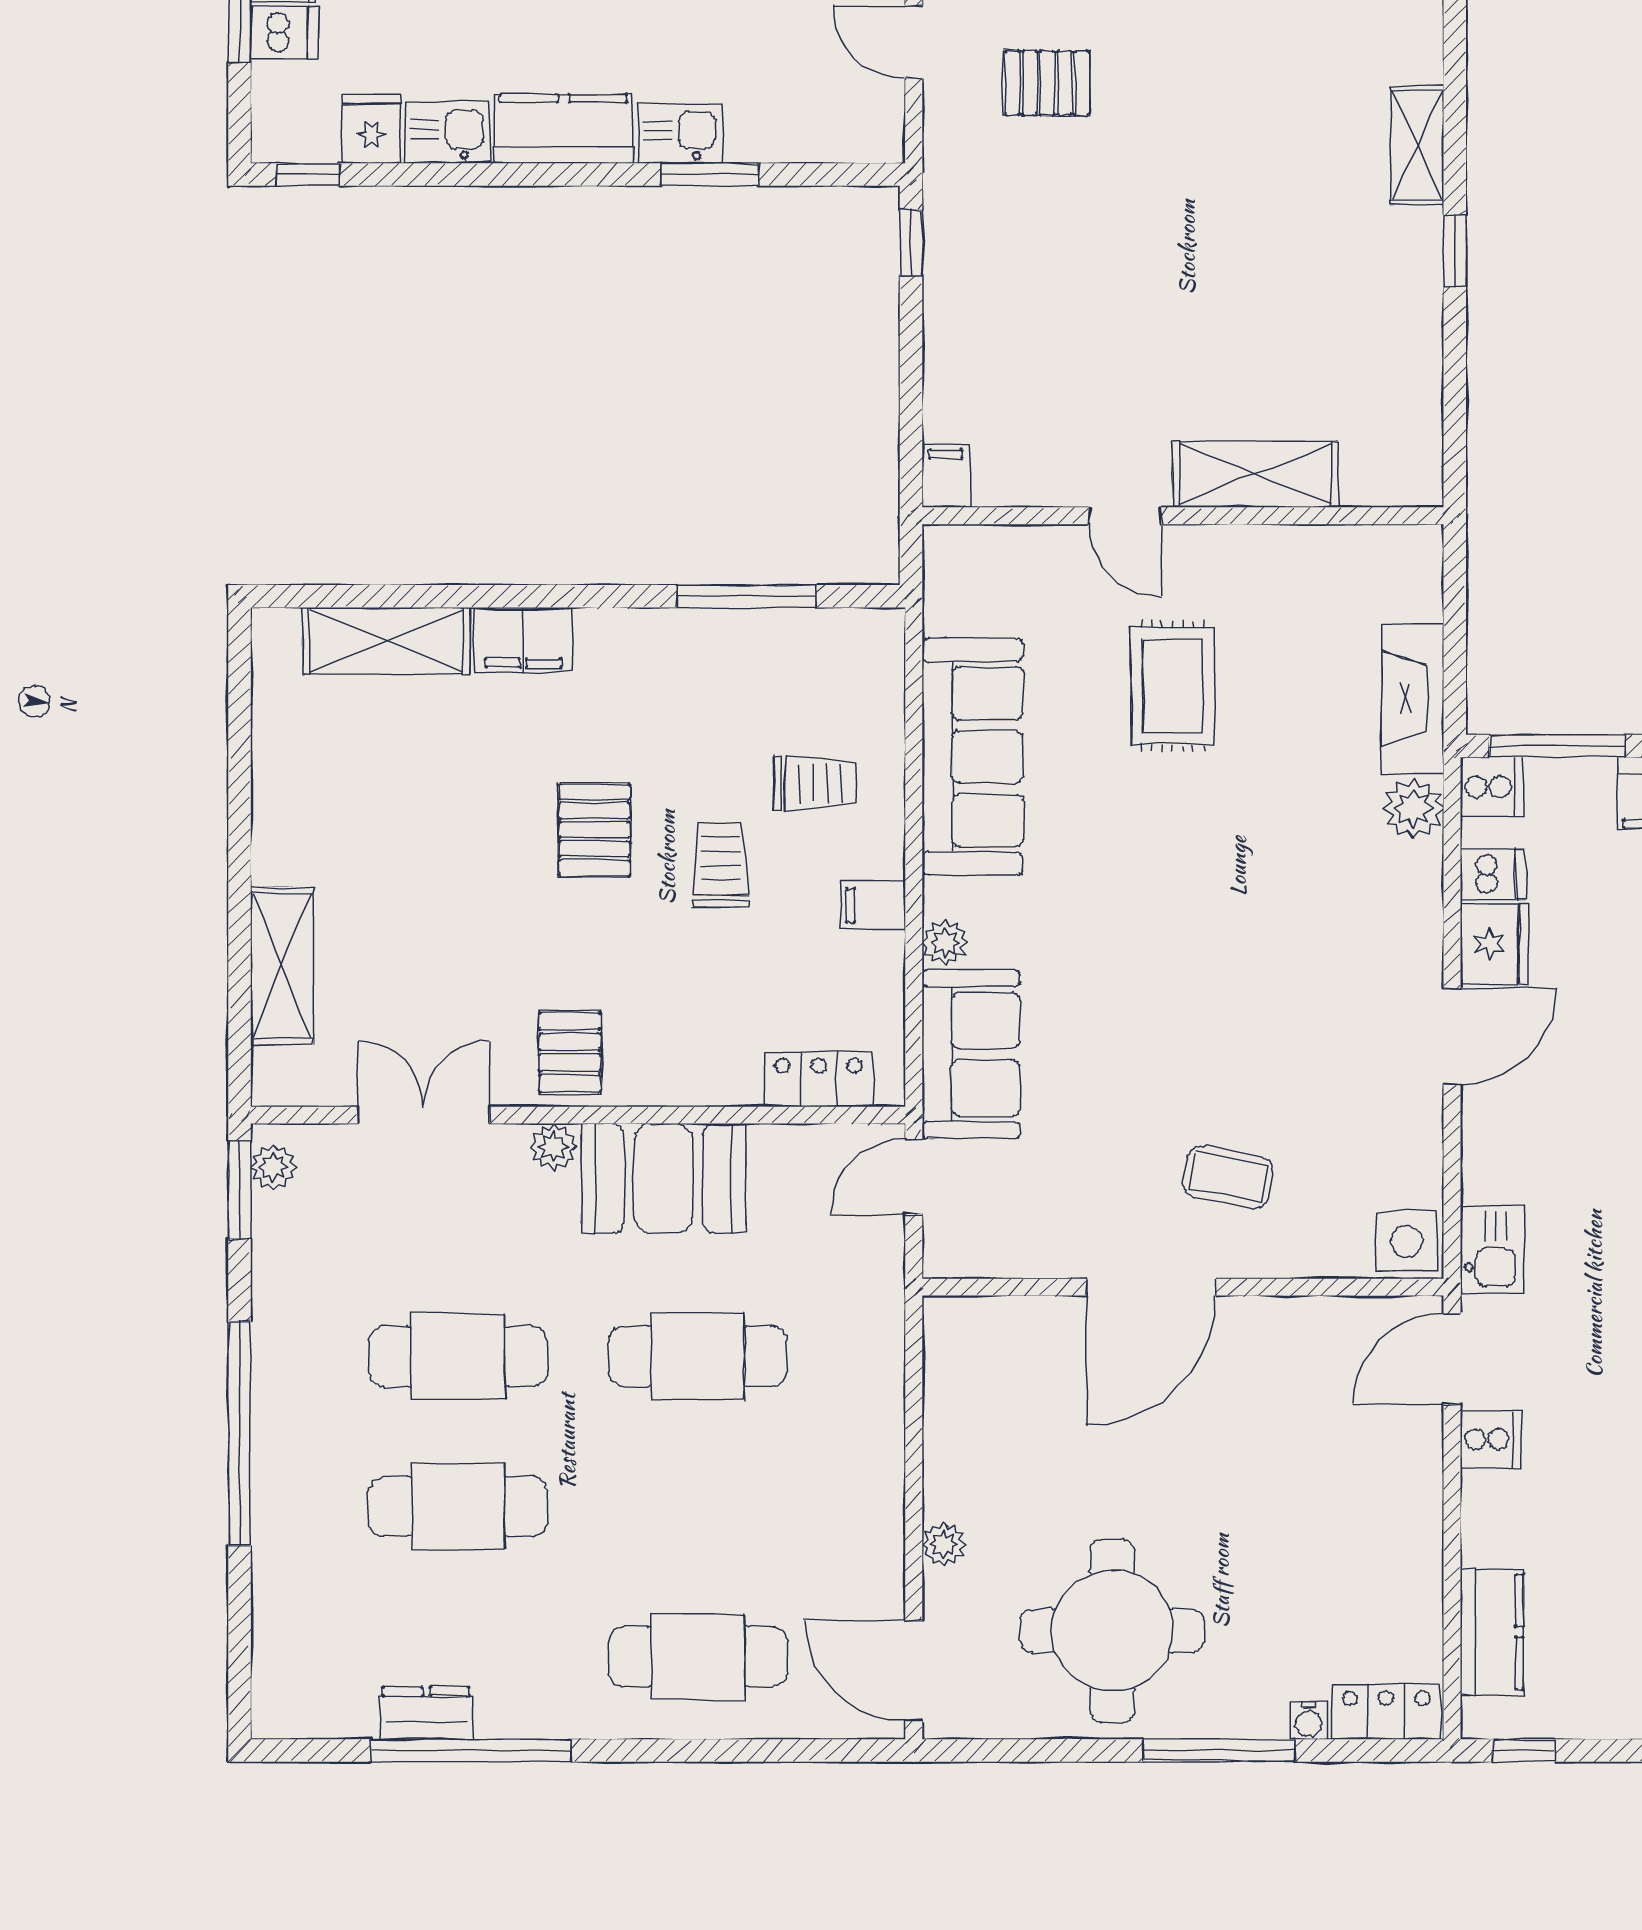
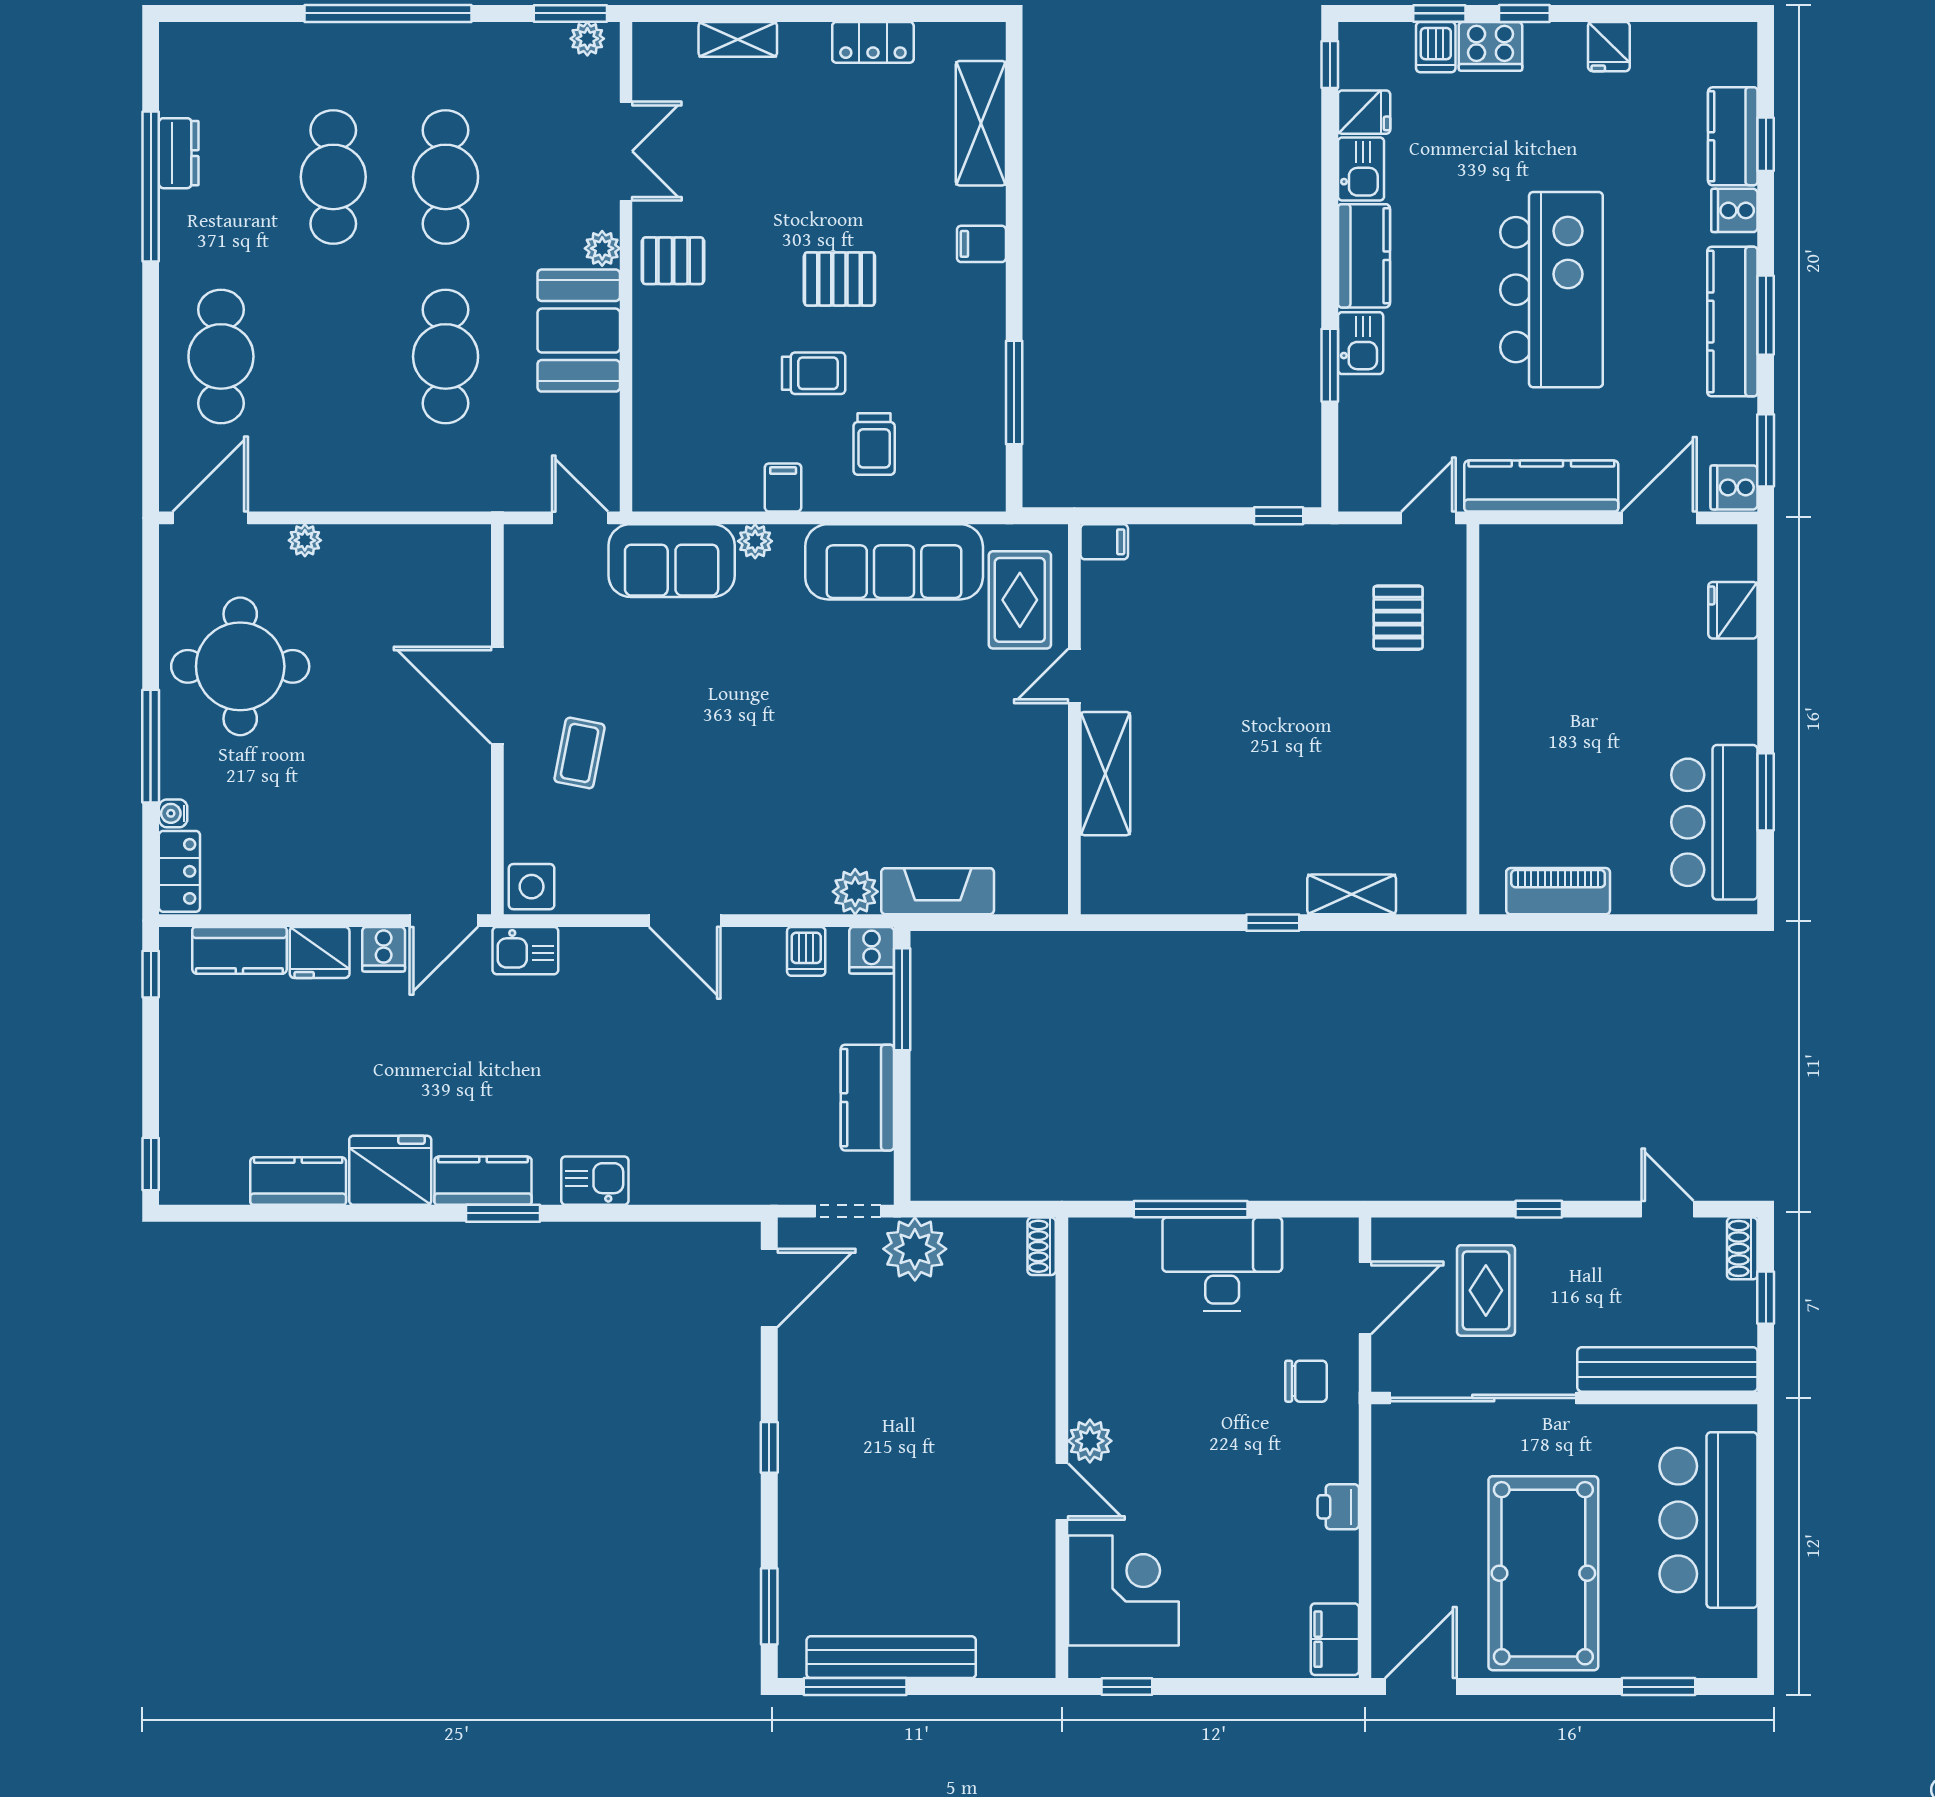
filing cabinet: (523, 640) -> (981, 244), width x0.50
rug: (1173, 686) -> (1020, 600), moved, turned 90
fridge: (1495, 944) -> (320, 952), moved
shelving: (282, 966) -> (738, 39), width x0.67, depth x0.75
locker: (819, 1079) -> (873, 42), moved, turned 90
door: (1452, 1359) -> (444, 921), swing flipped

